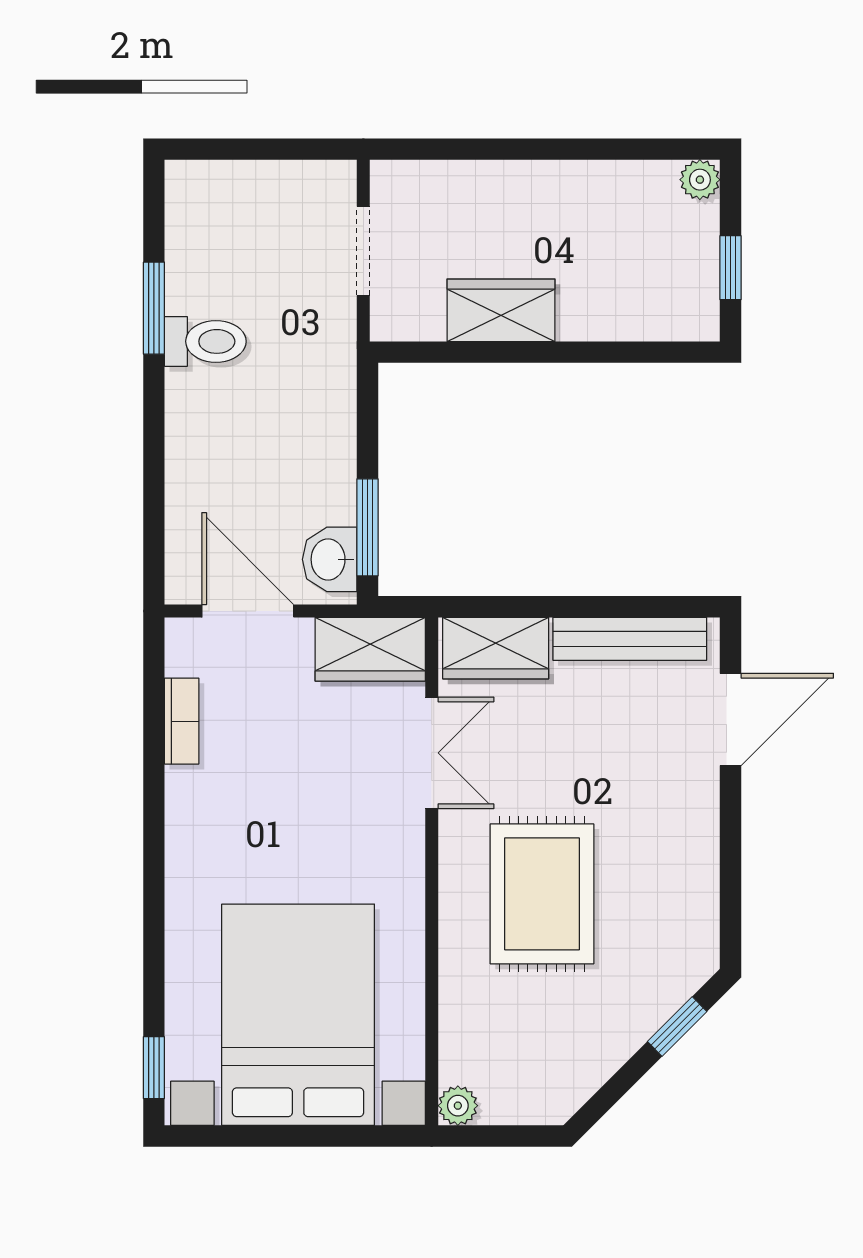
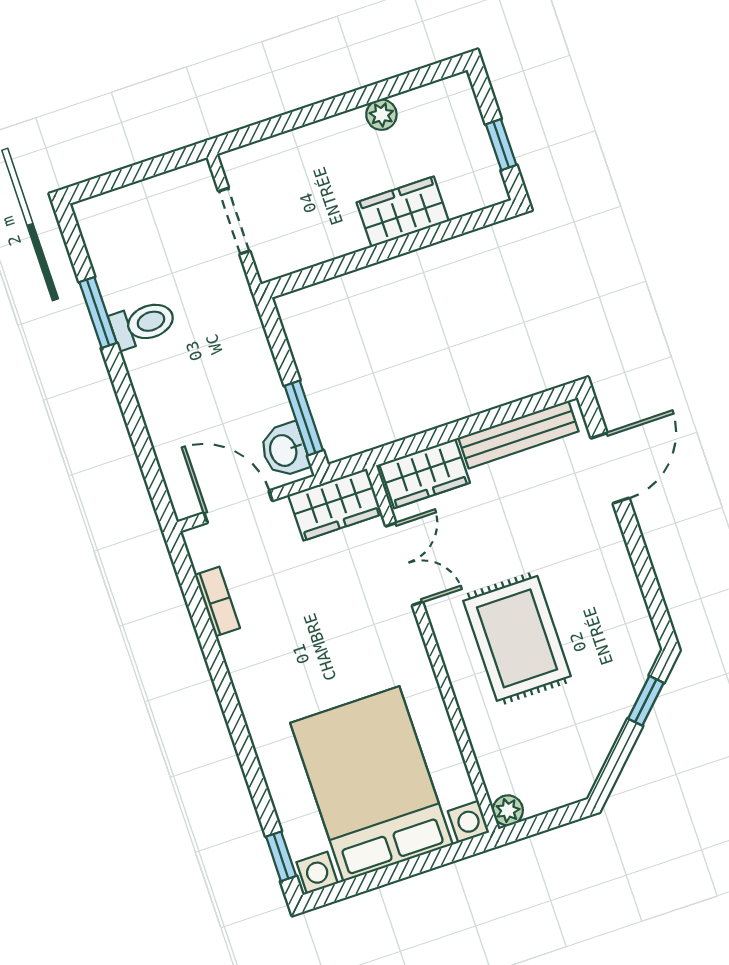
plant: (700, 180) -> (381, 115), moved
wardrobe: (501, 310) -> (403, 212), moved

